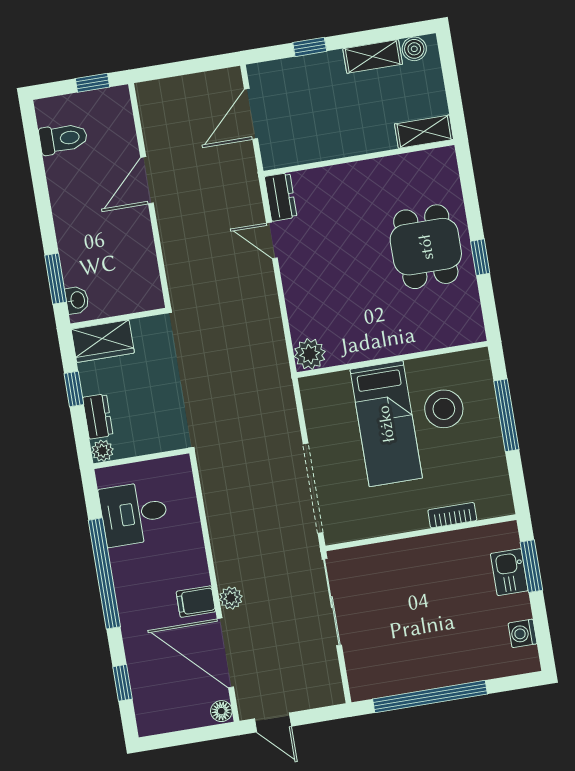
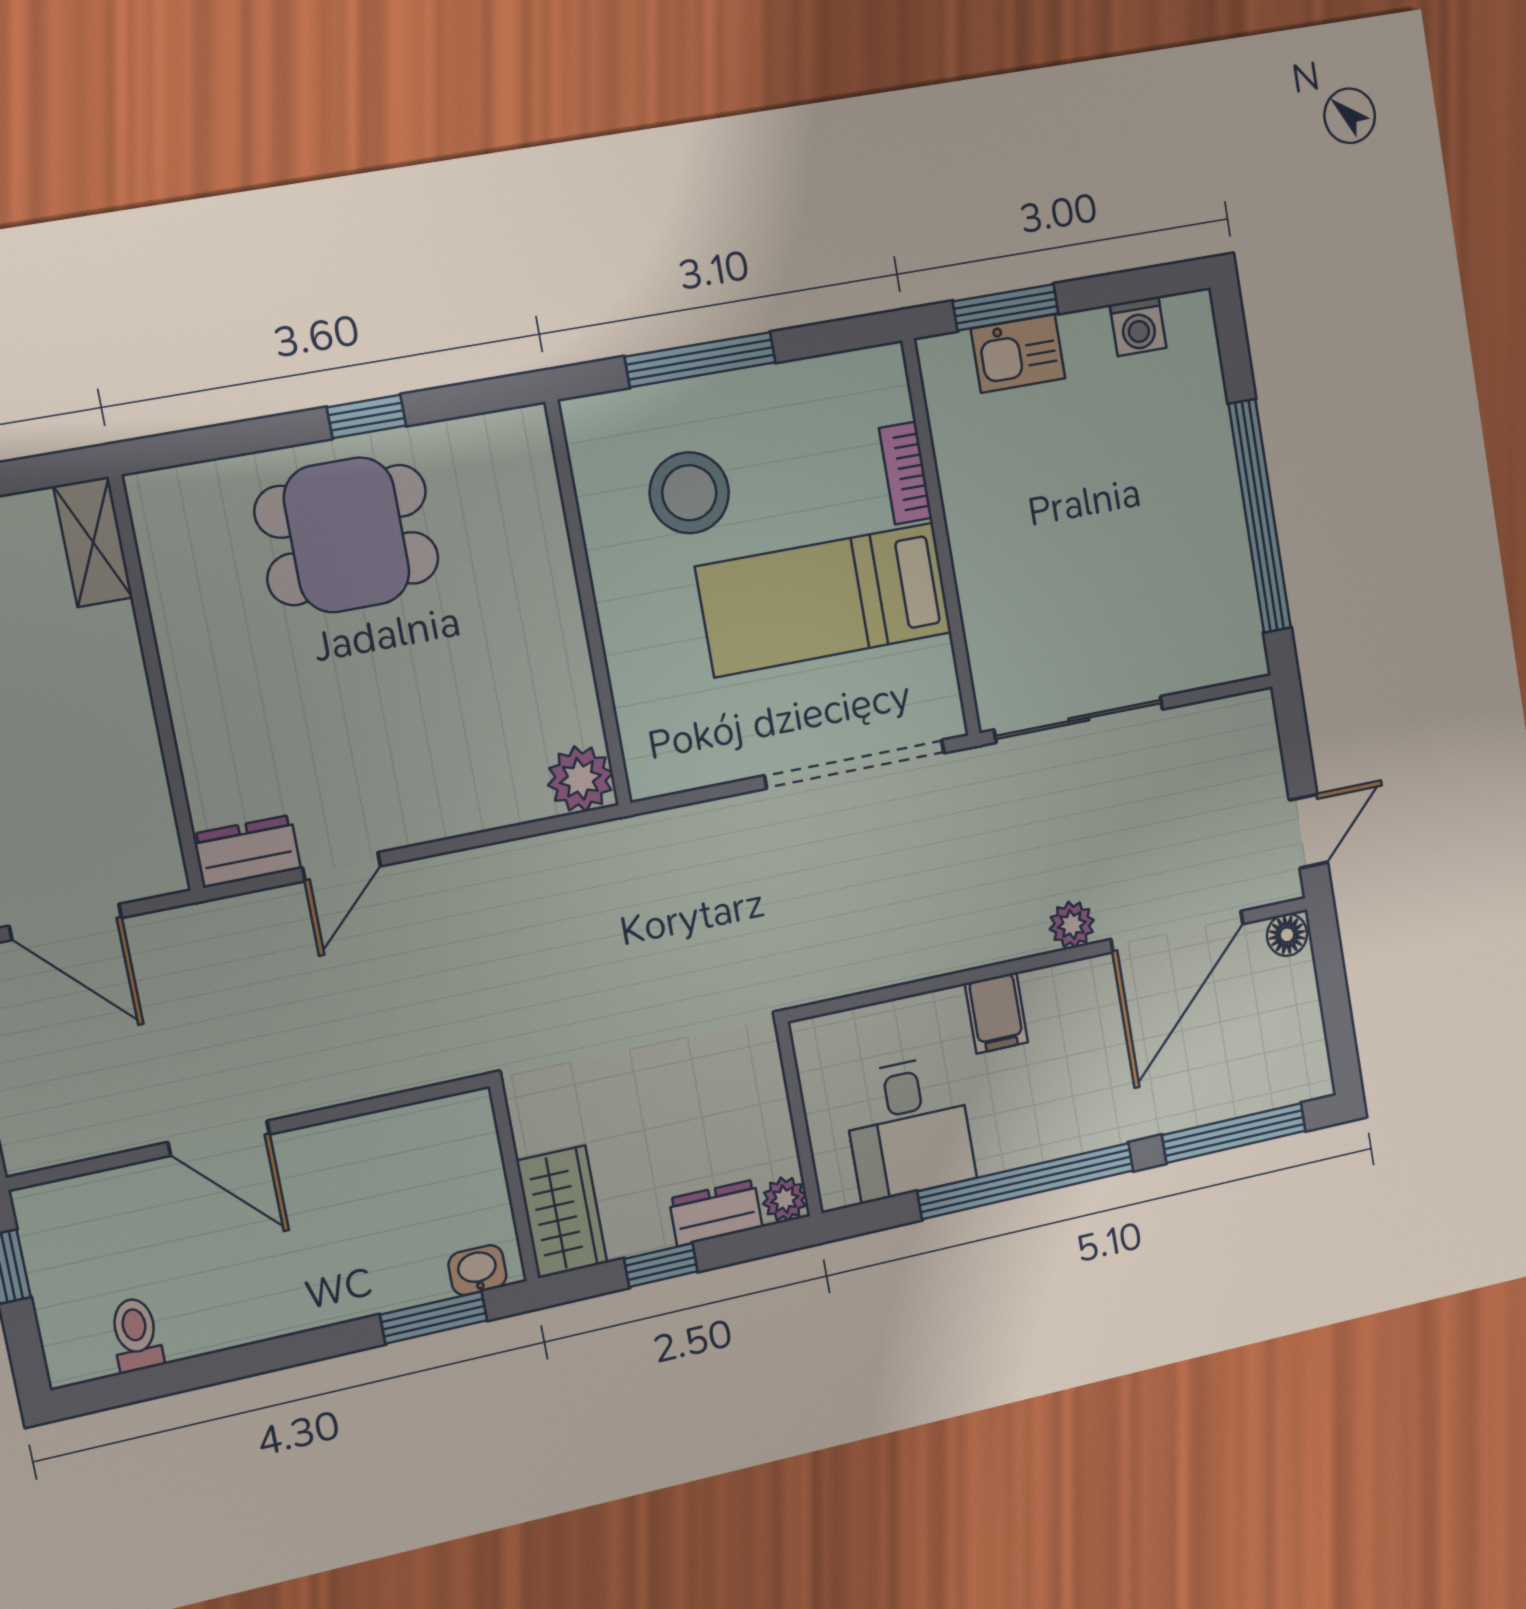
toilet: (63, 139) -> (136, 1335), width x0.73, depth x0.72
bed: (386, 424) -> (824, 600), moved, turned 180
filing cabinet: (196, 602) -> (996, 1013), moved
window: (122, 683) -> (1234, 1133), width x2.17

